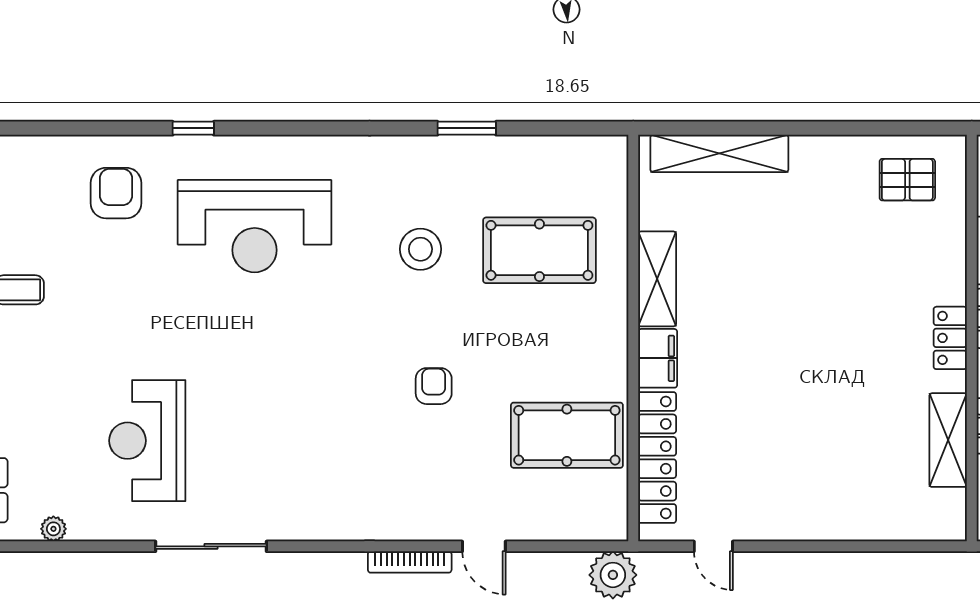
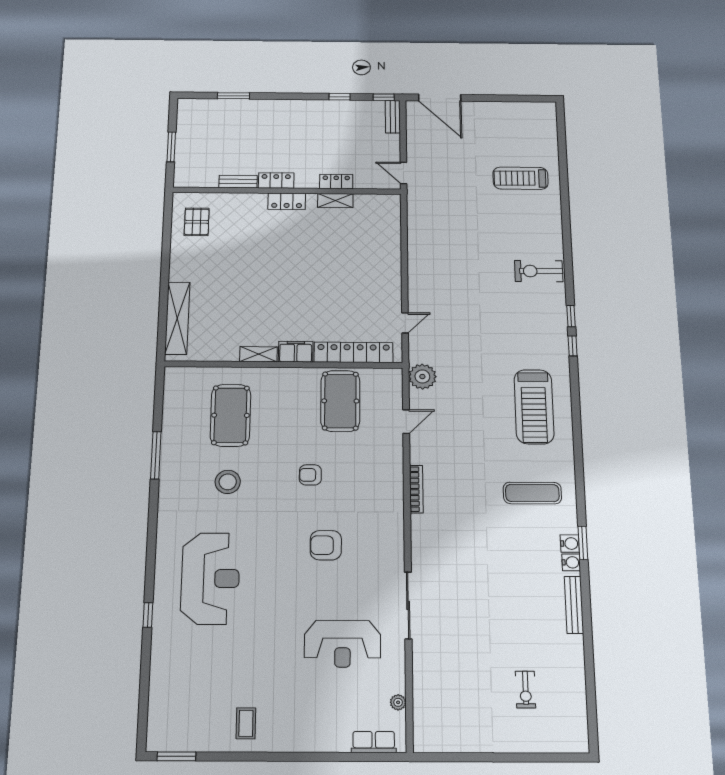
window: (467, 128) -> (156, 455), width x1.44
armchair: (116, 193) -> (326, 545), moved
shelving: (657, 279) -> (258, 354), width x0.67, depth x0.75
shelving: (948, 440) -> (335, 200), width x0.67, depth x0.75
door: (484, 546) -> (406, 422), moved

